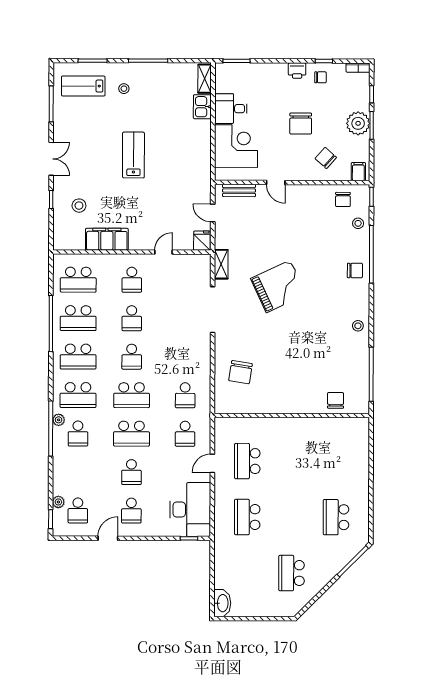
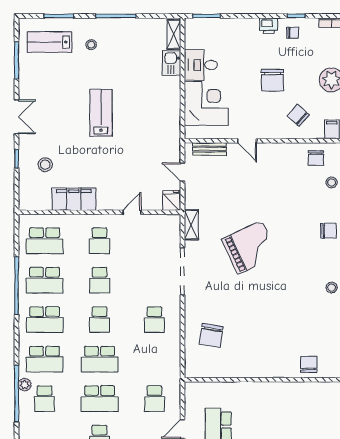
school desk: (185, 395) -> (154, 320), moved

